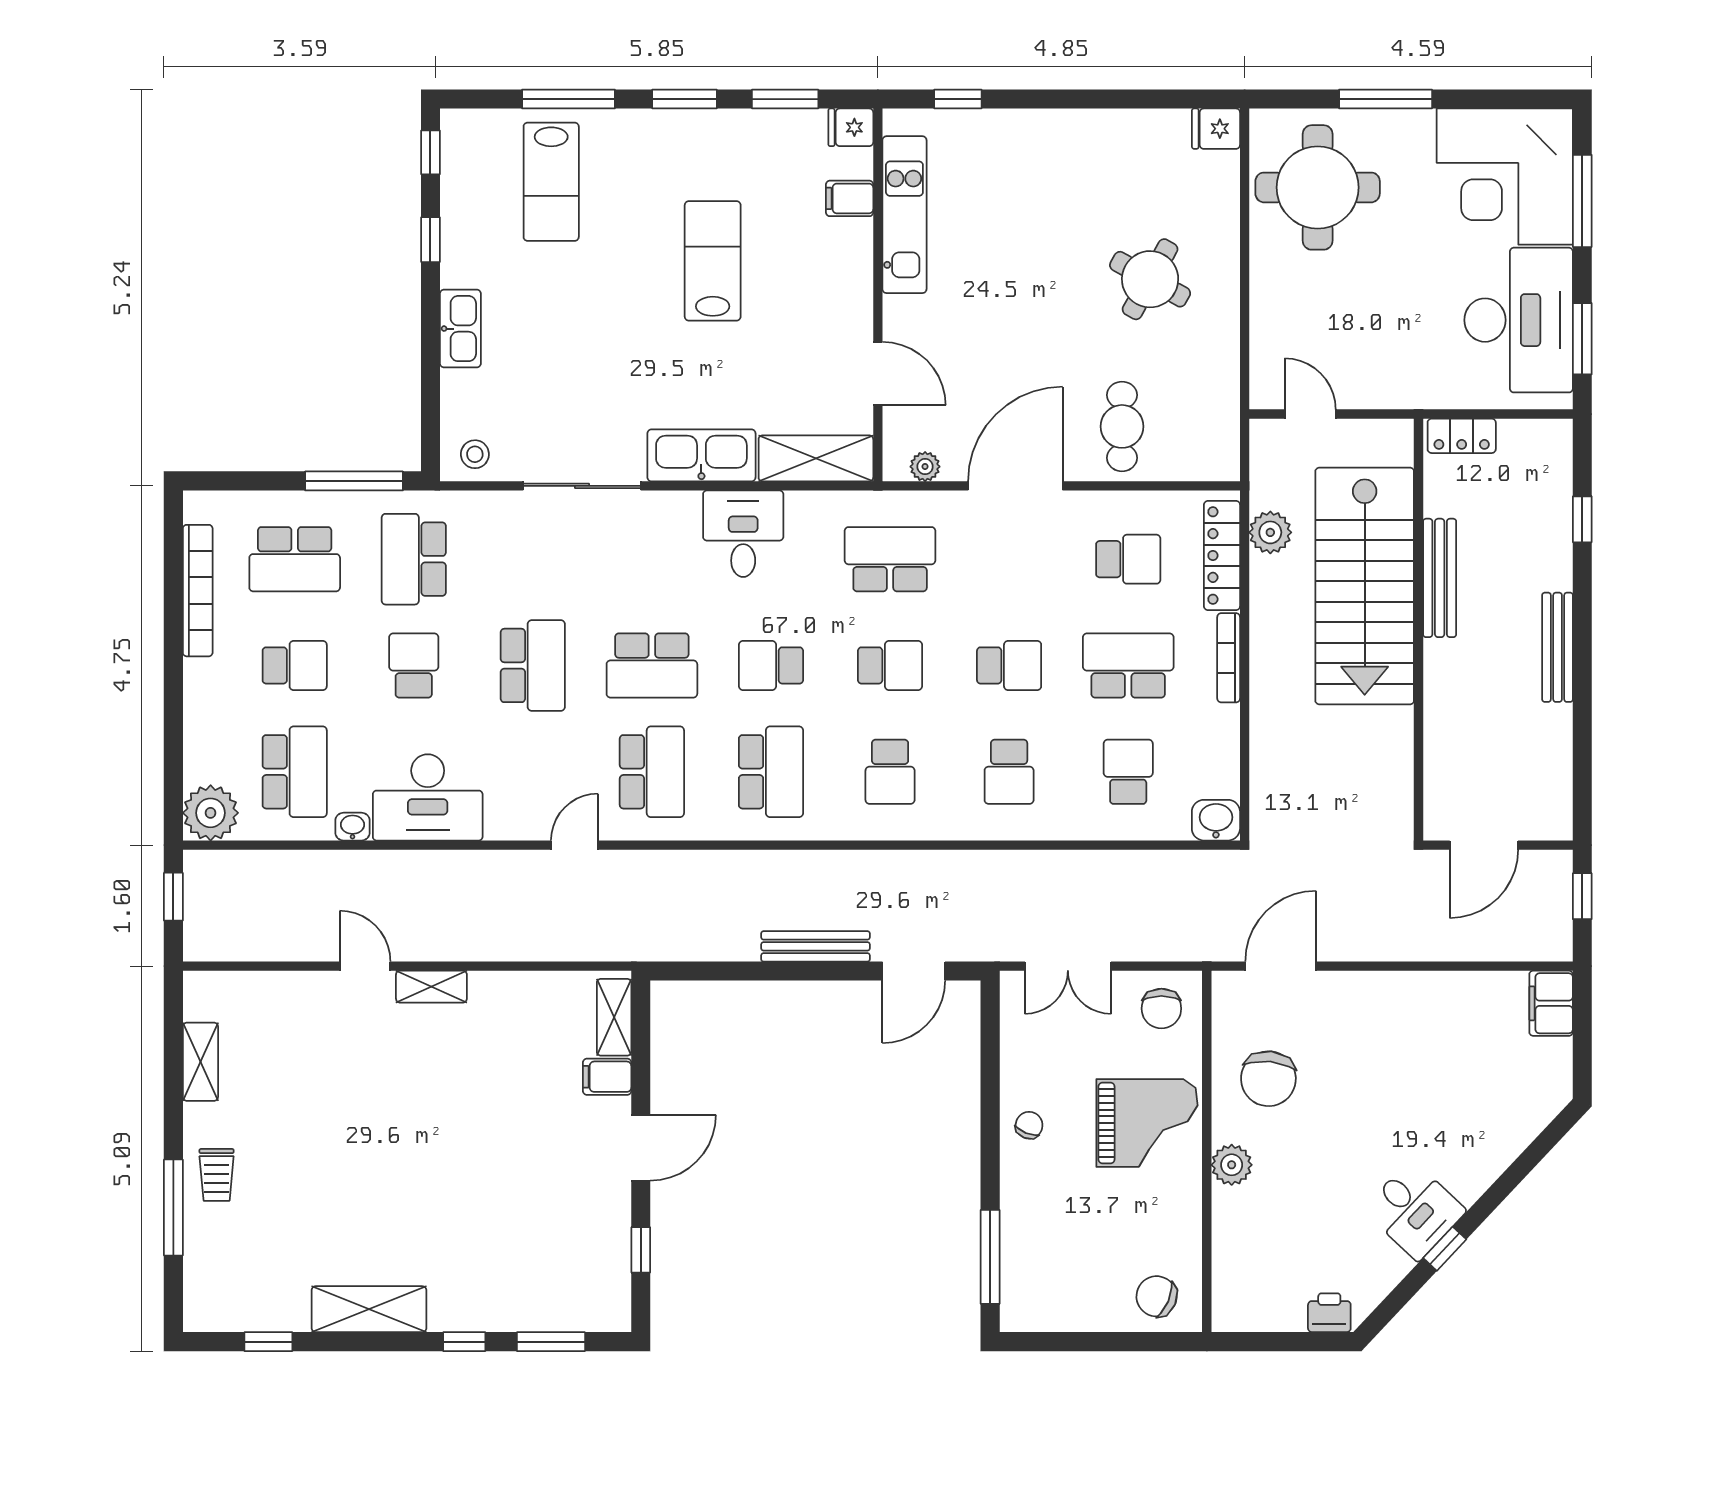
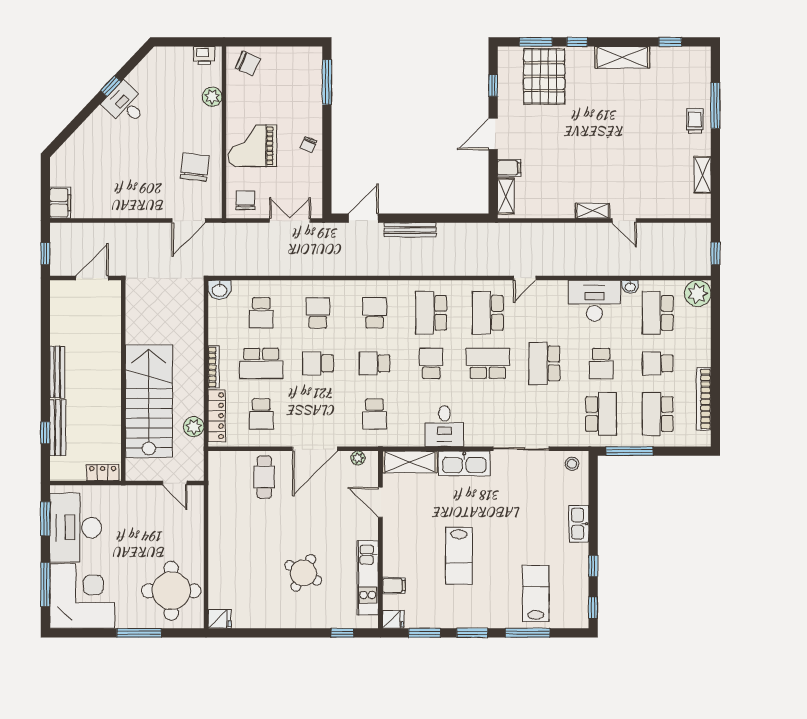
round table: (1150, 279) -> (303, 573), moved
school desk: (295, 559) -> (658, 414), turned -90
school desk: (890, 559) -> (375, 414), width x0.54
school desk: (1128, 559) -> (261, 414), turned -90
bench: (1440, 578) -> (58, 428), moved
school desk: (771, 665) -> (431, 363), turned -90
plant: (1232, 1165) -> (212, 97), moved
pallet: (533, 1269) -> (544, 77), added
printer: (1329, 1313) -> (204, 56), moved

